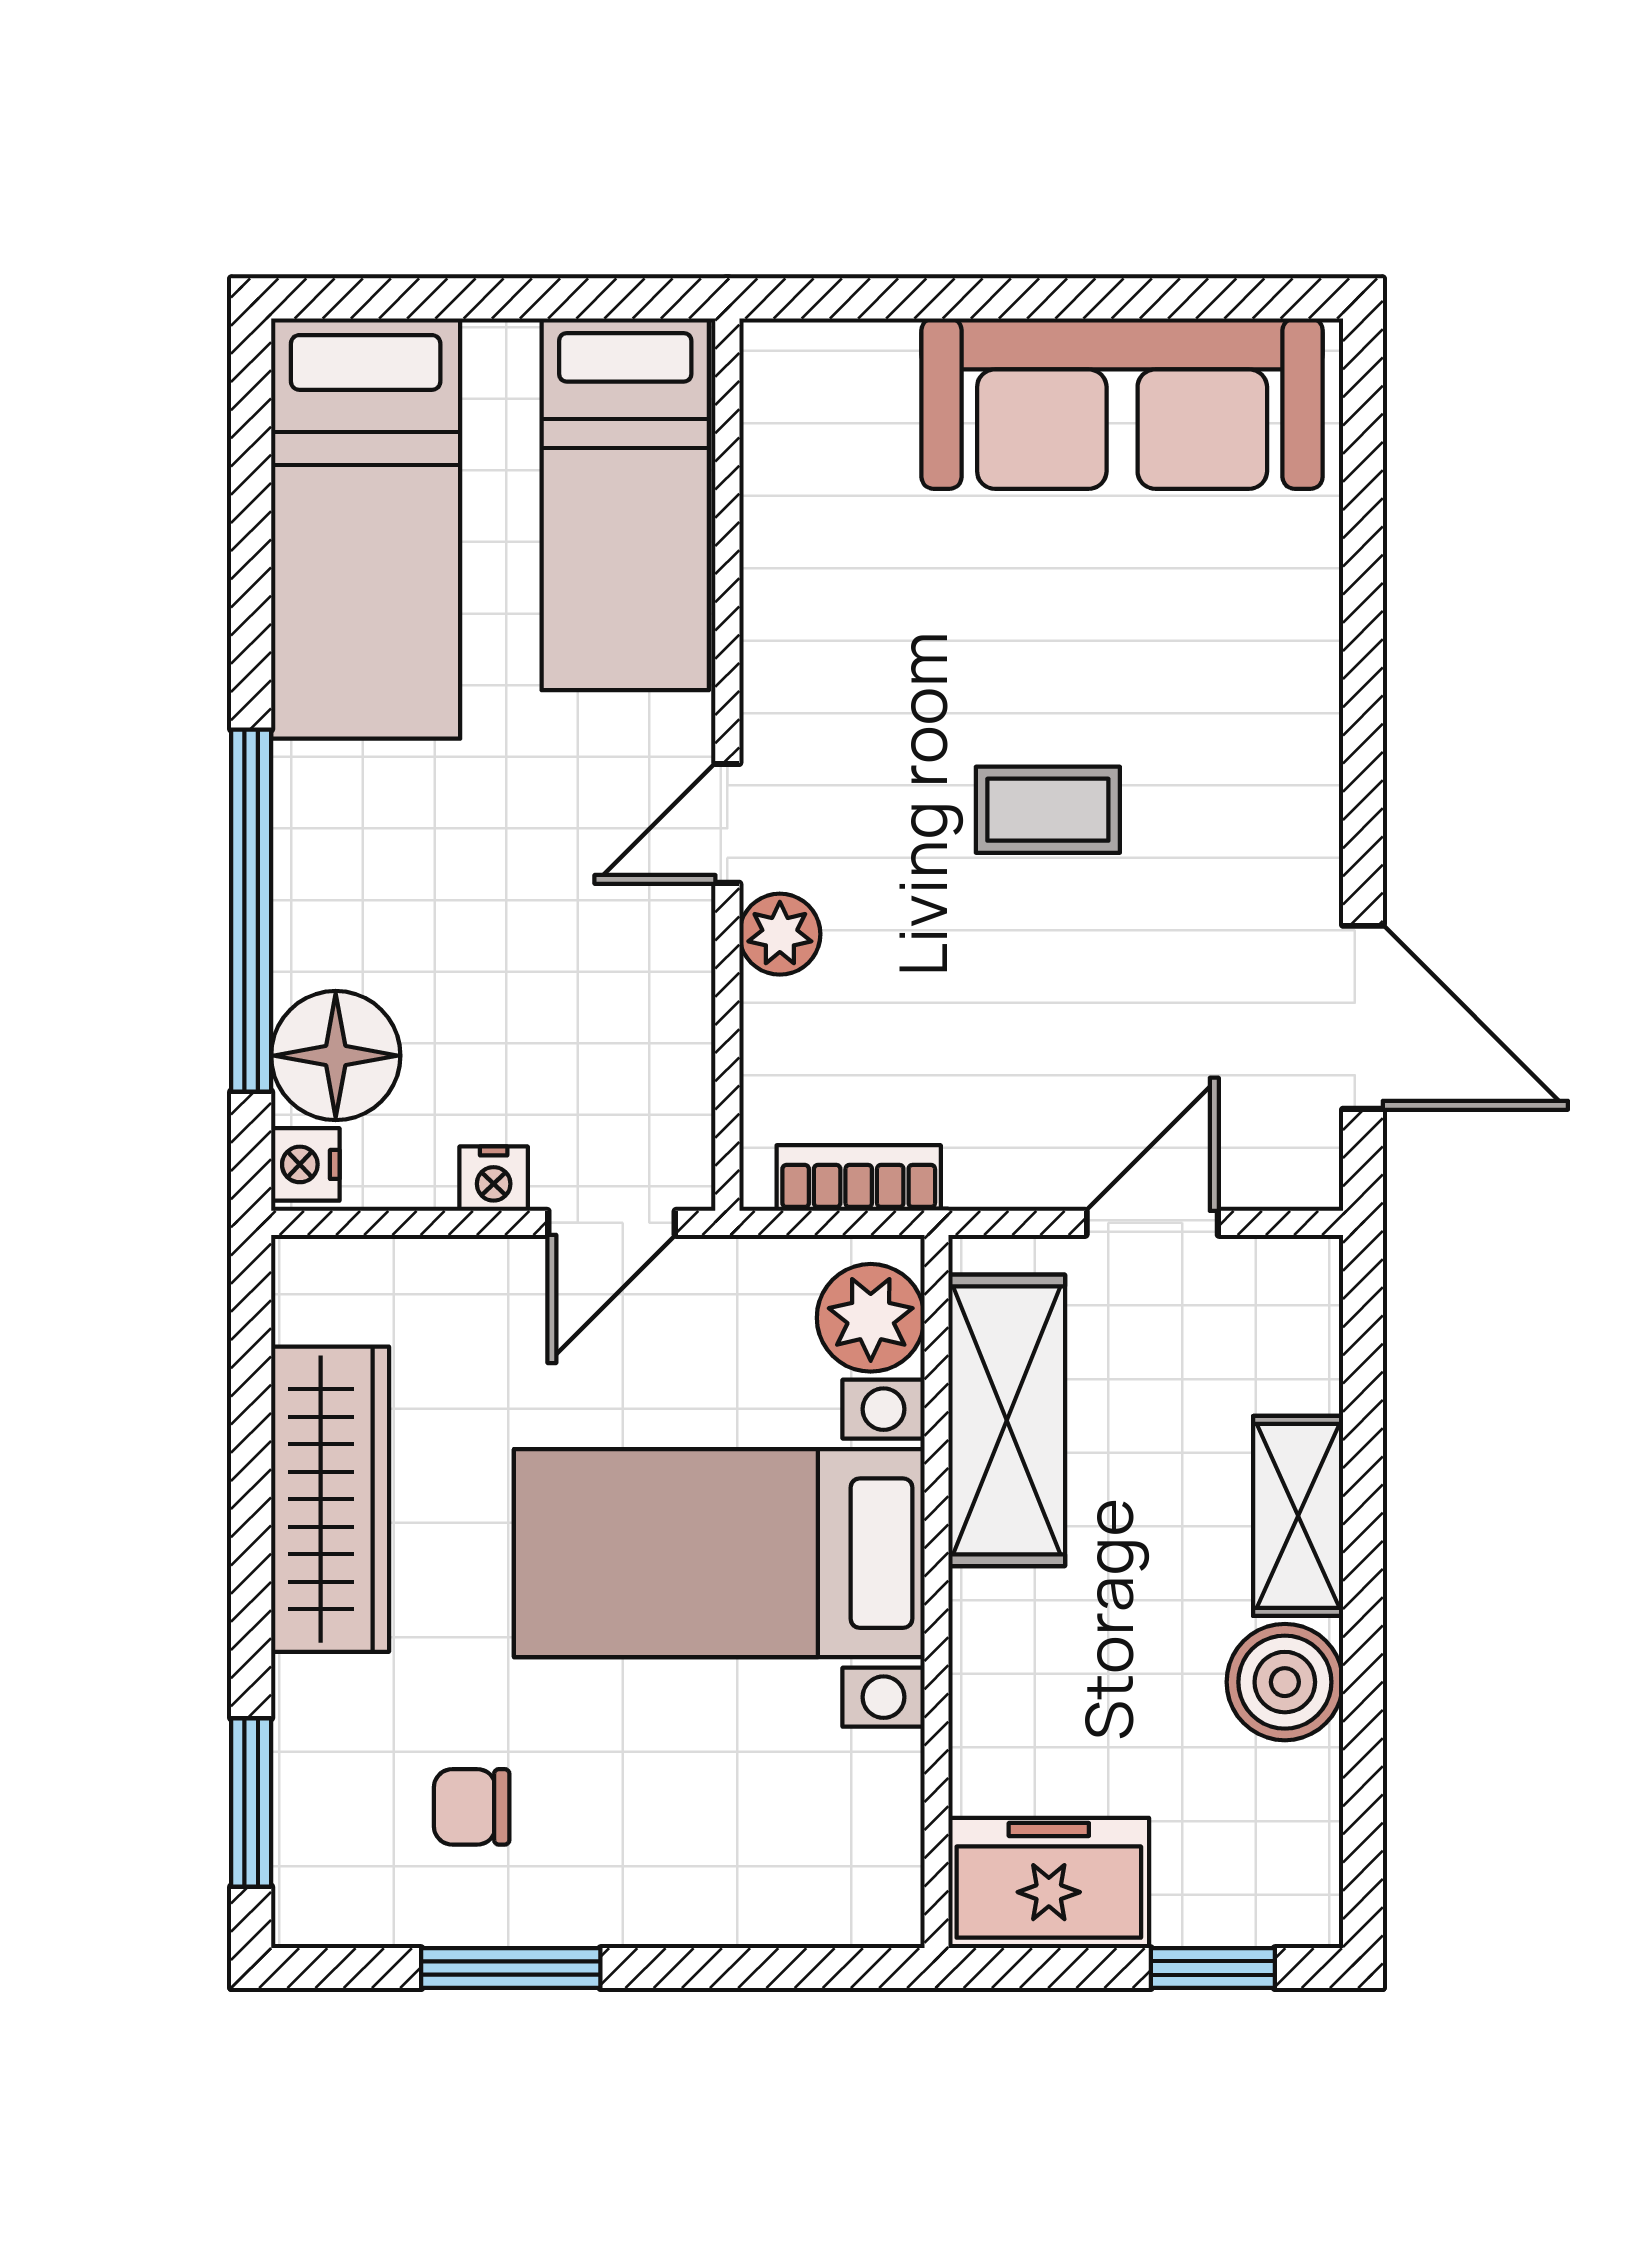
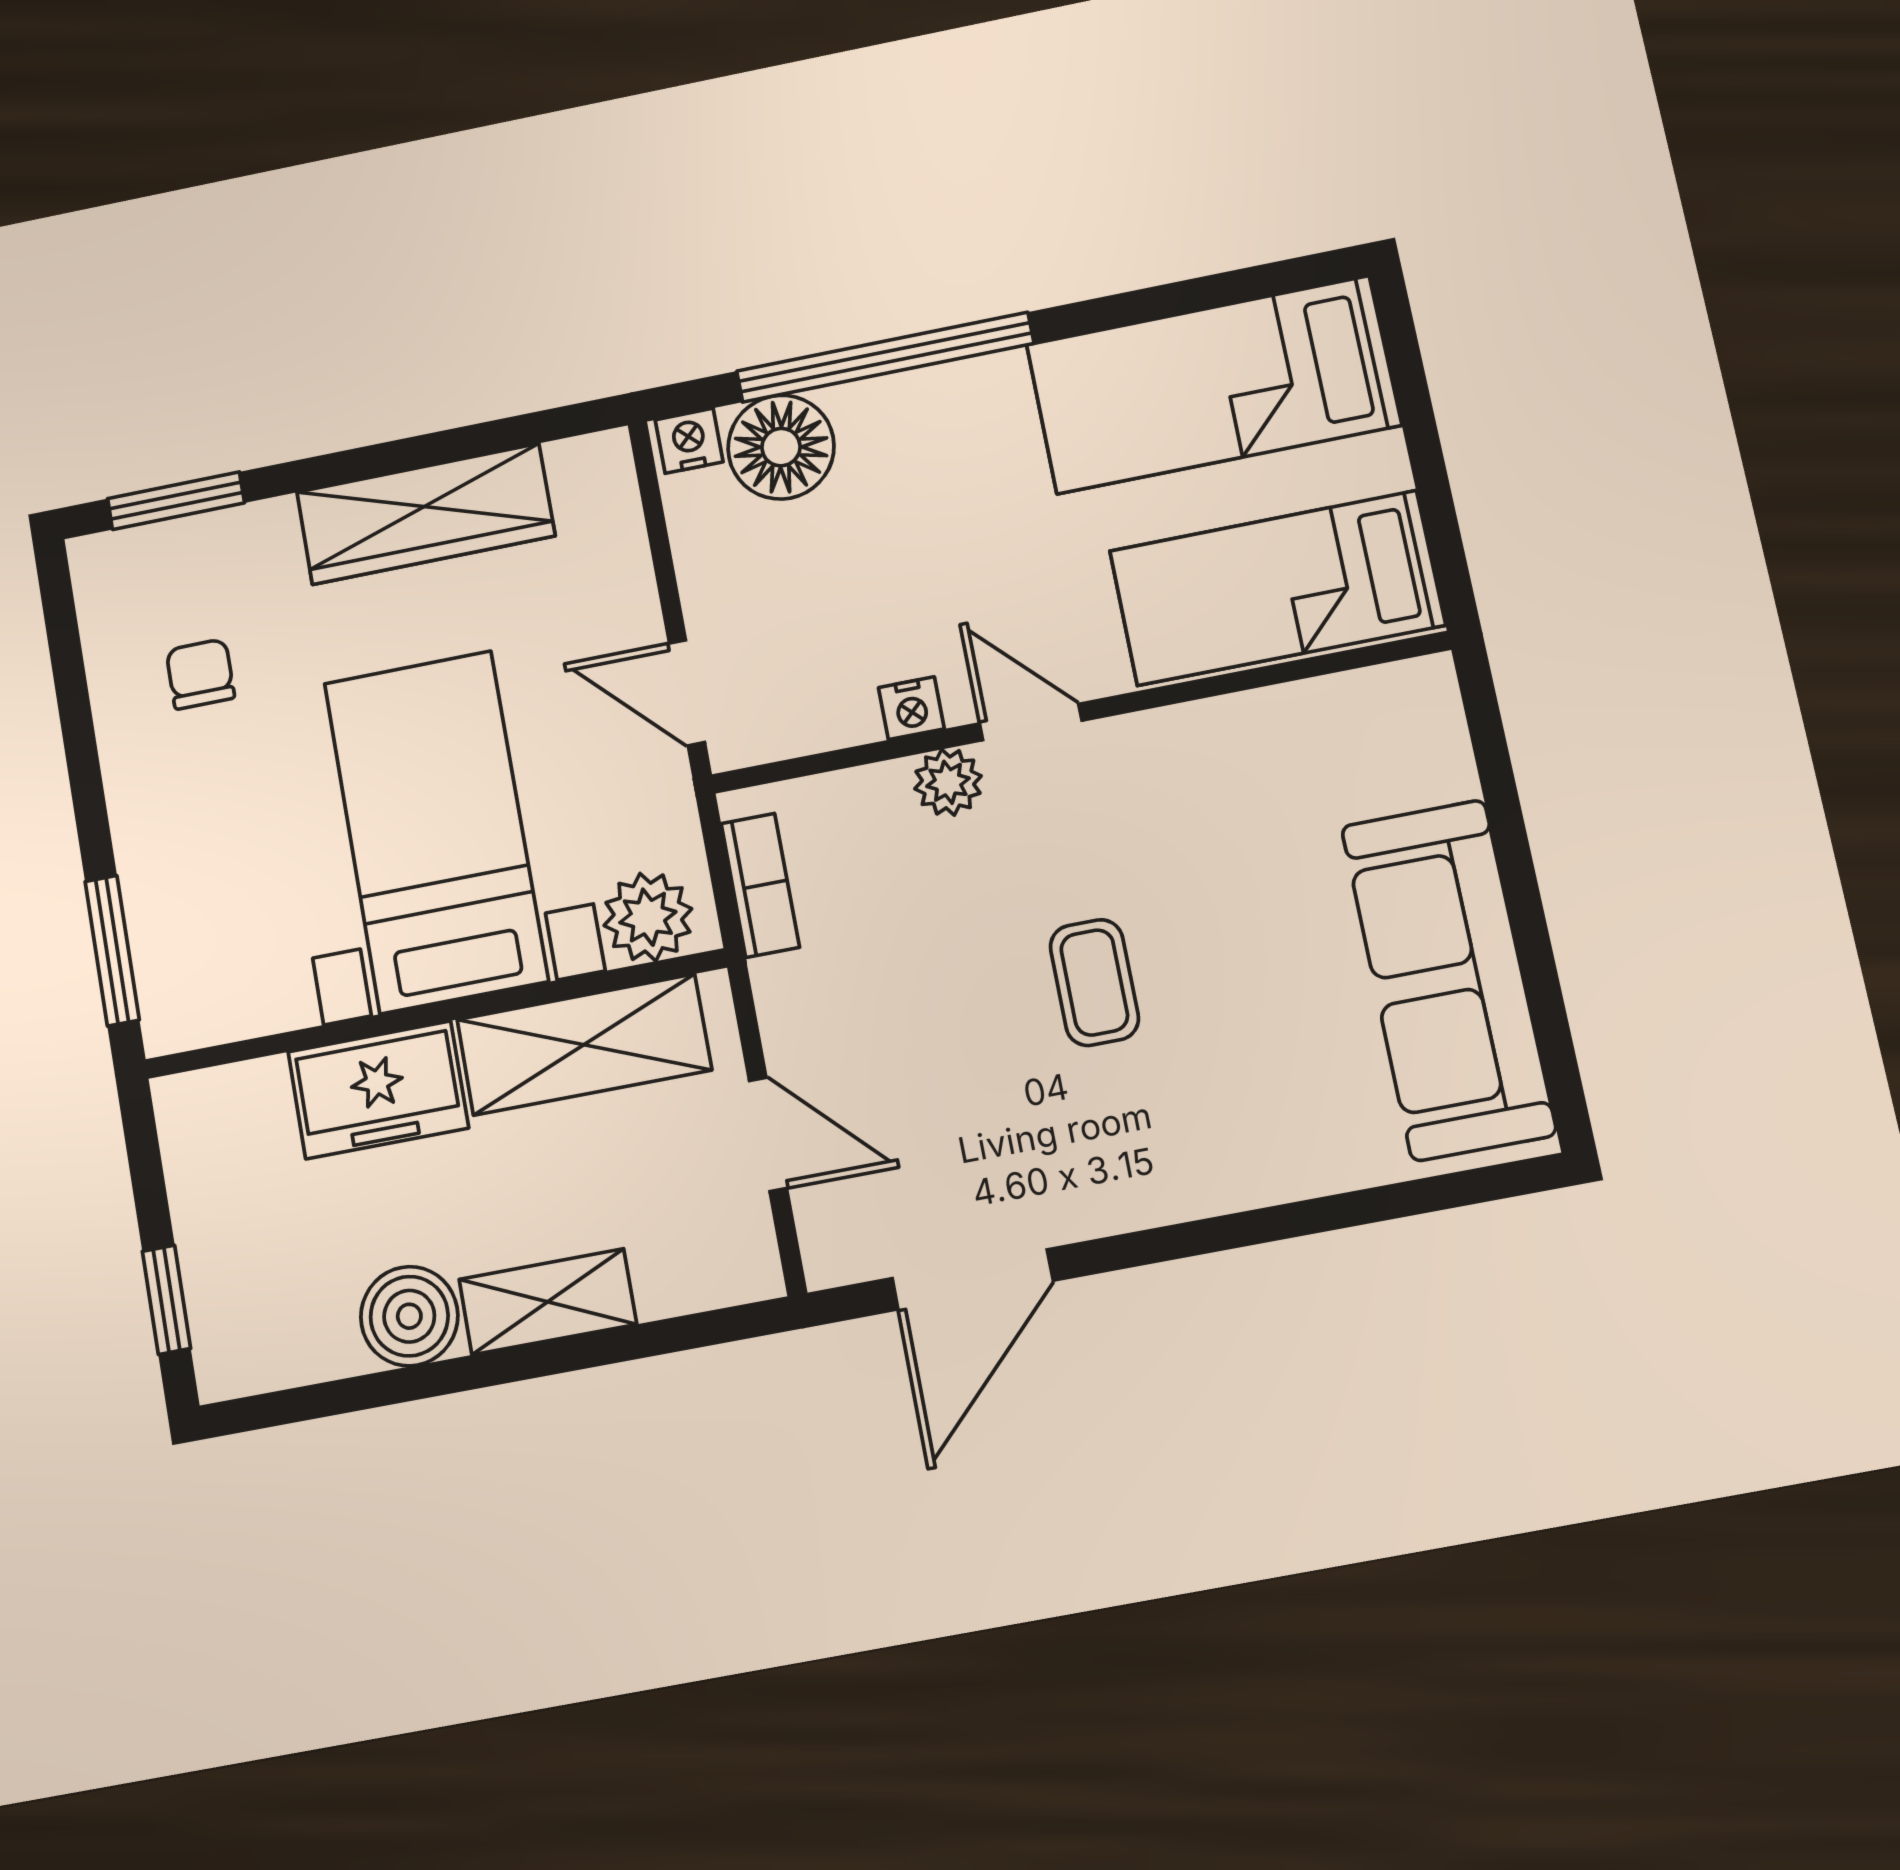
nightstand: (494, 1179) -> (911, 708), moved, turned -90
freezer: (1049, 1883) -> (378, 1090), moved, turned 90
window: (511, 1968) -> (112, 951), moved

